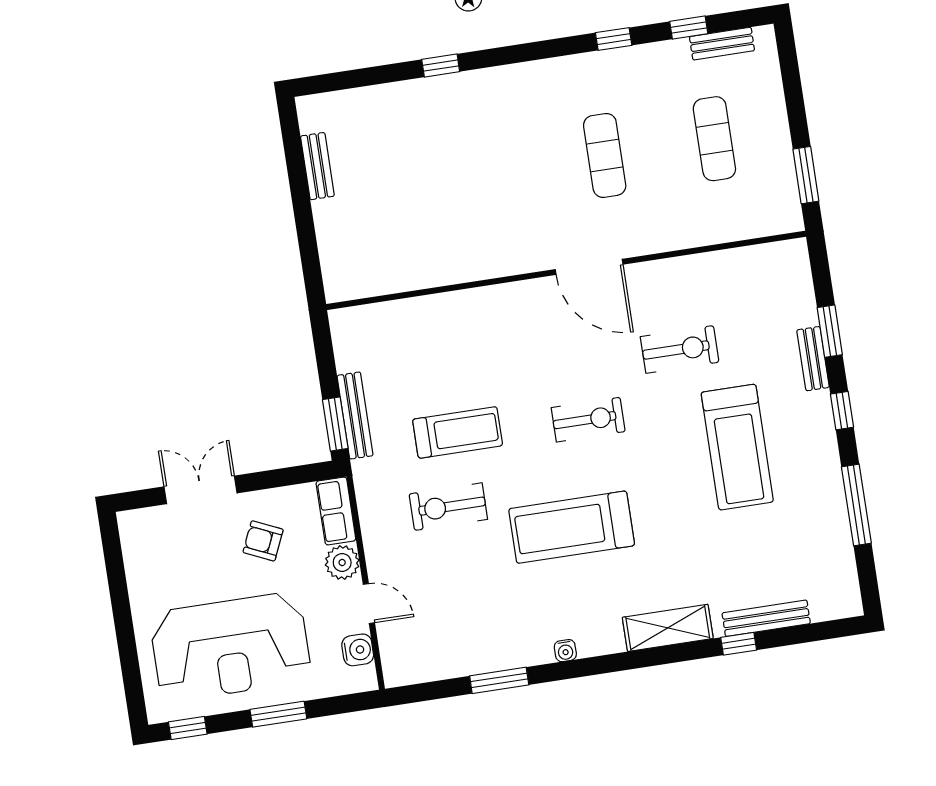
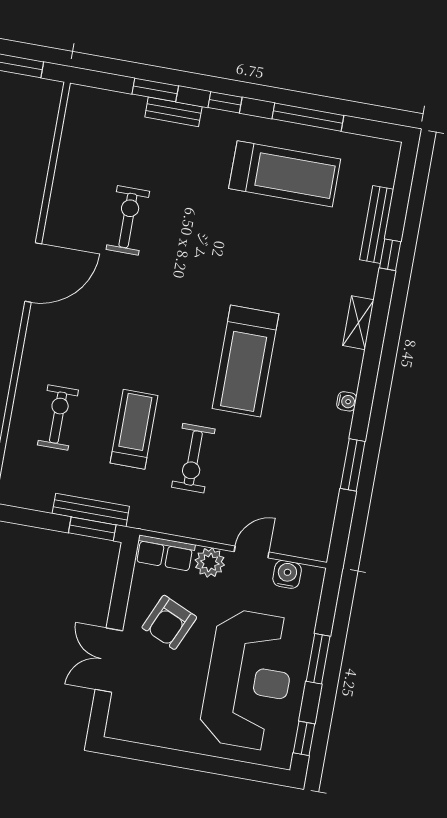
exercise bike: (588, 420) -> (58, 418), moved
treadmill: (737, 447) -> (285, 174), moved
armchair: (263, 541) -> (169, 622), width x1.38, depth x1.38
shelving: (668, 628) -> (358, 323), width x0.67, depth x0.75

